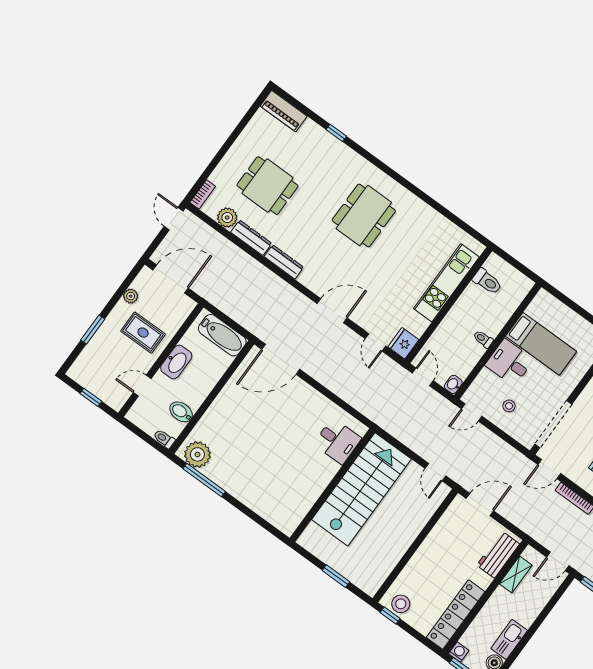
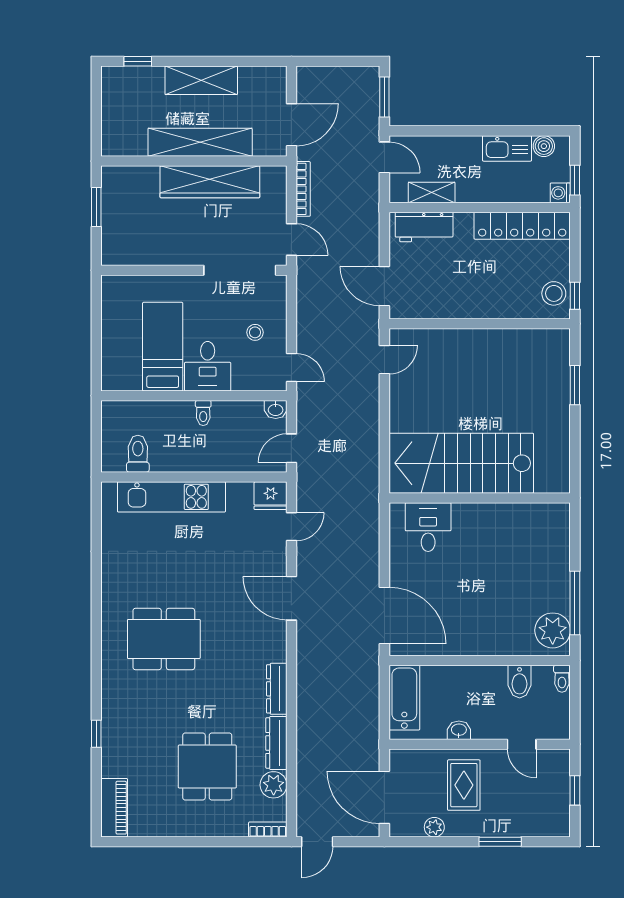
washbasin: (176, 362) -> (459, 730), width x0.52, depth x0.69
desk: (337, 441) -> (428, 527), moved
wall: (332, 485) -> (480, 498), moved
stairs: (361, 489) -> (461, 463), moved

